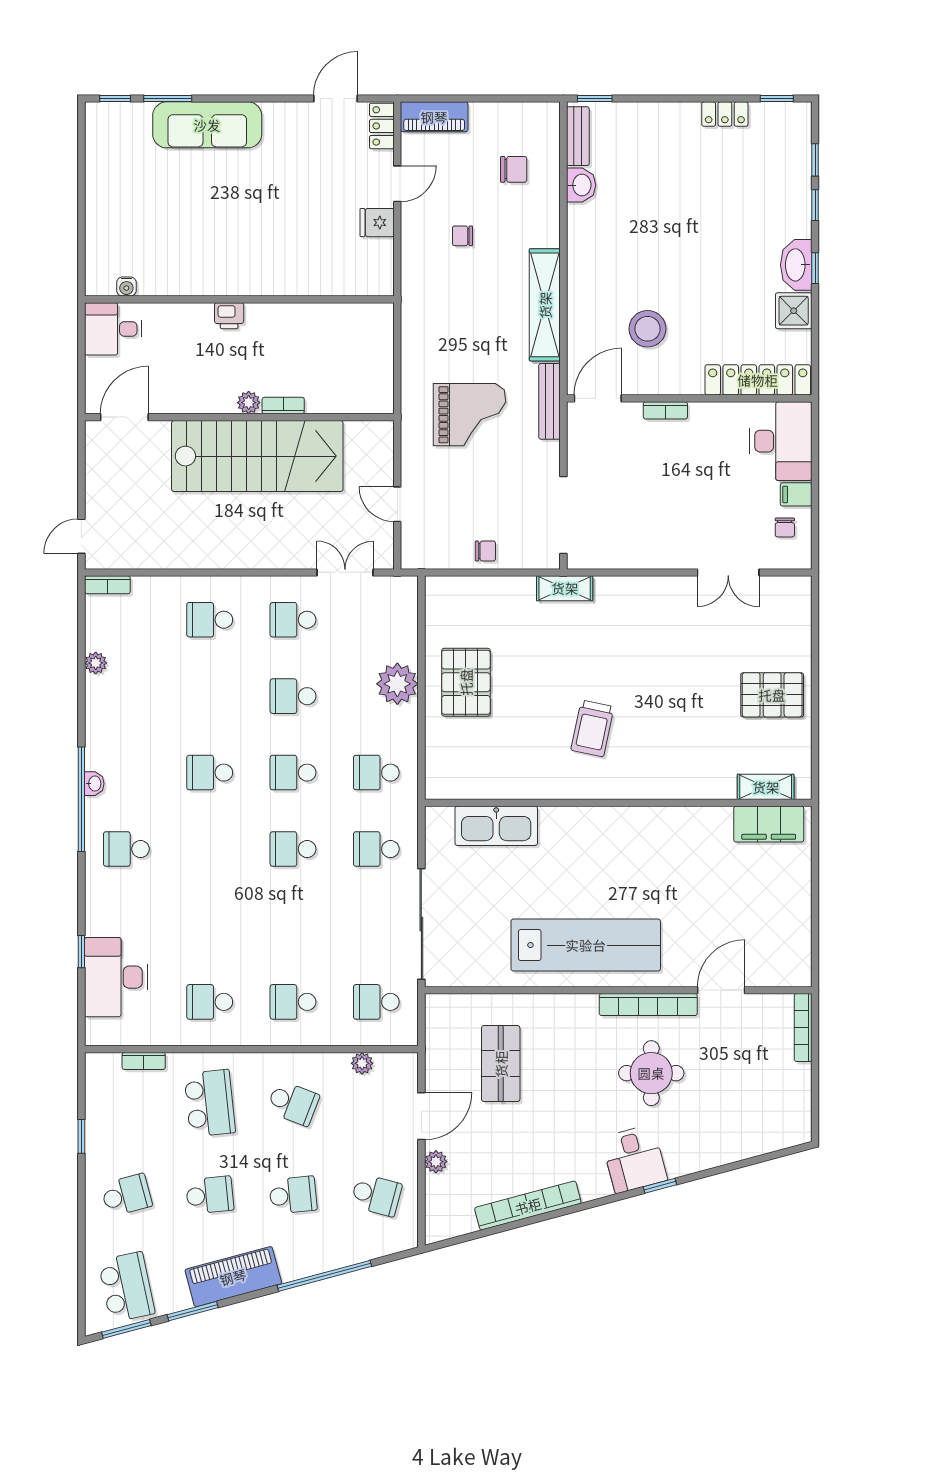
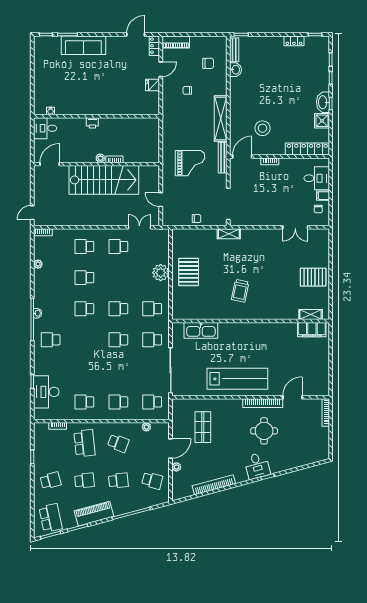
desk: (781, 441) -> (317, 178), width x0.73
school desk: (293, 696) -> (84, 278), moved

